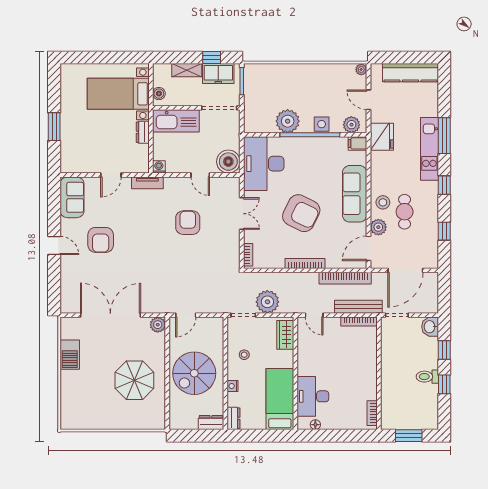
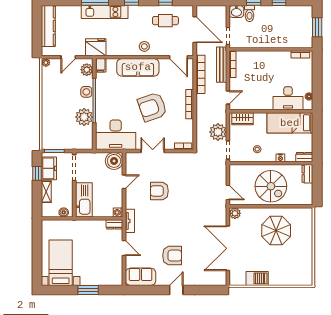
bed with nightstands: (118, 94) -> (61, 263), moved, turned 180
dresser: (143, 132) -> (114, 224), moved
cafe table: (405, 212) -> (165, 21), moved
armchair: (301, 213) -> (152, 107), turned -135
plant: (378, 227) -> (163, 50), removed
toilet: (427, 377) -> (249, 14), moved

